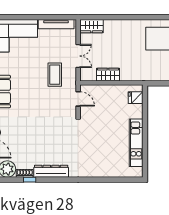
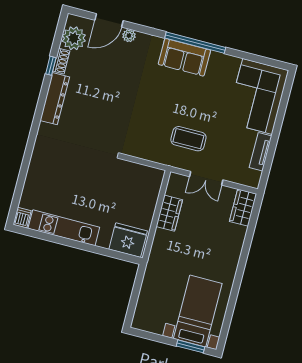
tv unit: (56, 24) -> (260, 152), width x0.71
fridge: (136, 98) -> (128, 240), width x1.88, depth x1.34
door: (78, 99) -> (146, 163), removed
dishwasher: (137, 173) -> (22, 218), added

